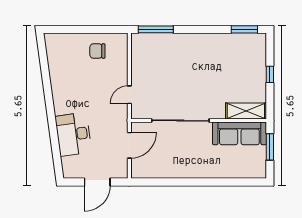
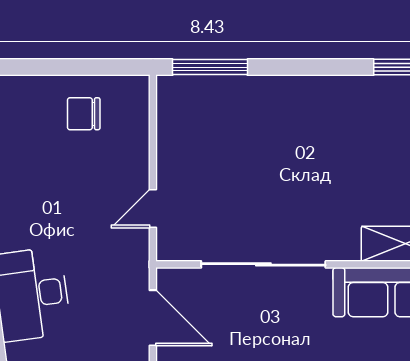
door: (129, 145) -> (153, 318), hinge flipped

